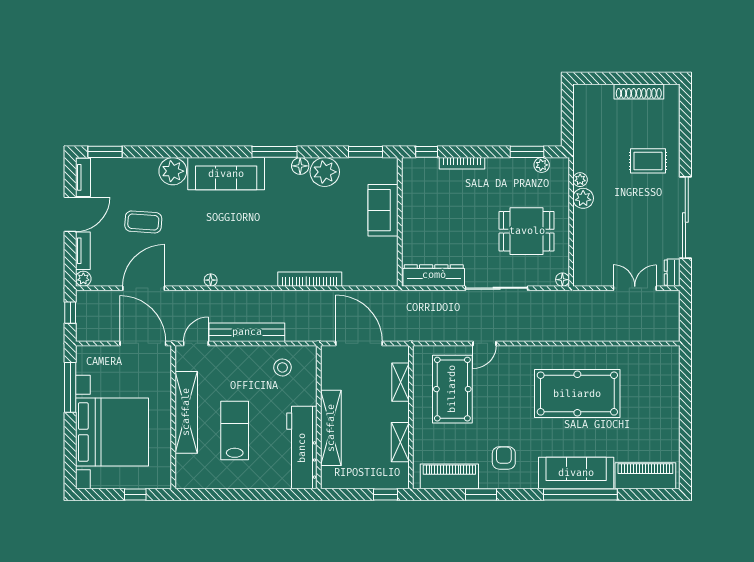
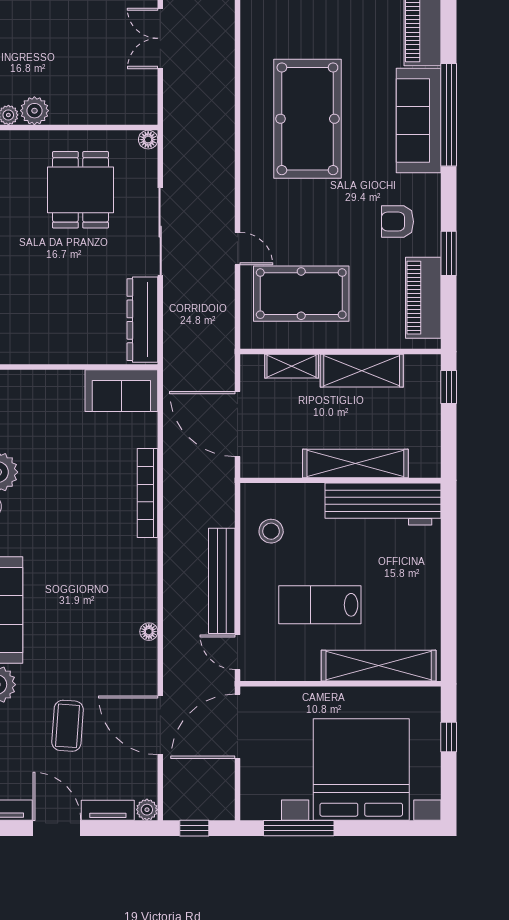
sofa: (383, 210) -> (121, 391), moved
door: (359, 343) -> (237, 424), hinge flipped
shelving: (186, 412) -> (379, 666), moved
lab bench: (235, 431) -> (320, 605), moved
shelving: (400, 442) -> (362, 371), width x1.50, depth x1.33

